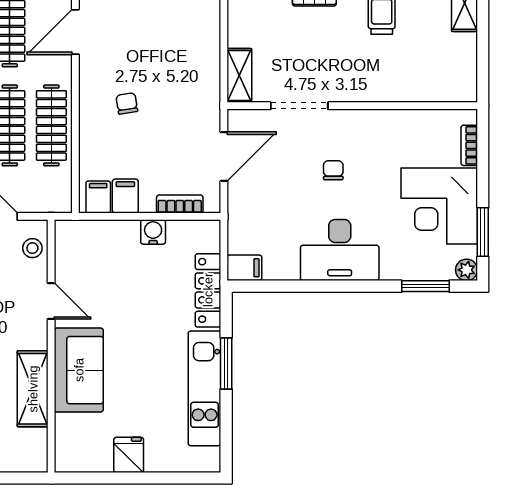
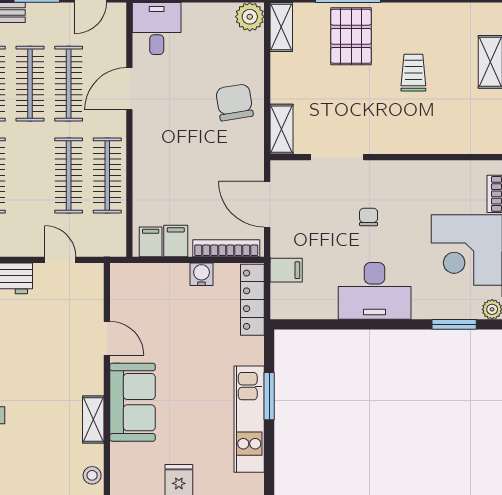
chair: (127, 103) -> (234, 102), moved, width x1.87, depth x1.87
door: (224, 157) -> (267, 204), swing flipped
bookcase: (180, 204) -> (226, 248), width x1.56
stool: (32, 248) -> (92, 475), moved
filing cabinet: (244, 268) -> (286, 270), moved
locker: (208, 290) -> (252, 300), moved
shelving: (33, 389) -> (93, 419), width x0.67, depth x0.75

